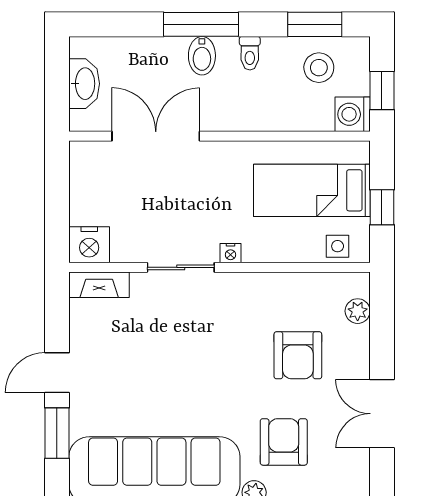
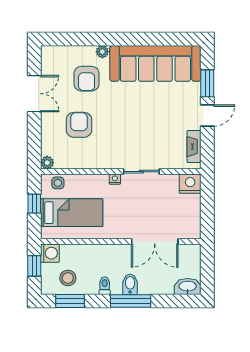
washbasin: (84, 84) -> (188, 287), moved, turned 90
fireplace: (99, 285) -> (194, 147), moved, turned -90
plant: (358, 311) -> (47, 163), moved

